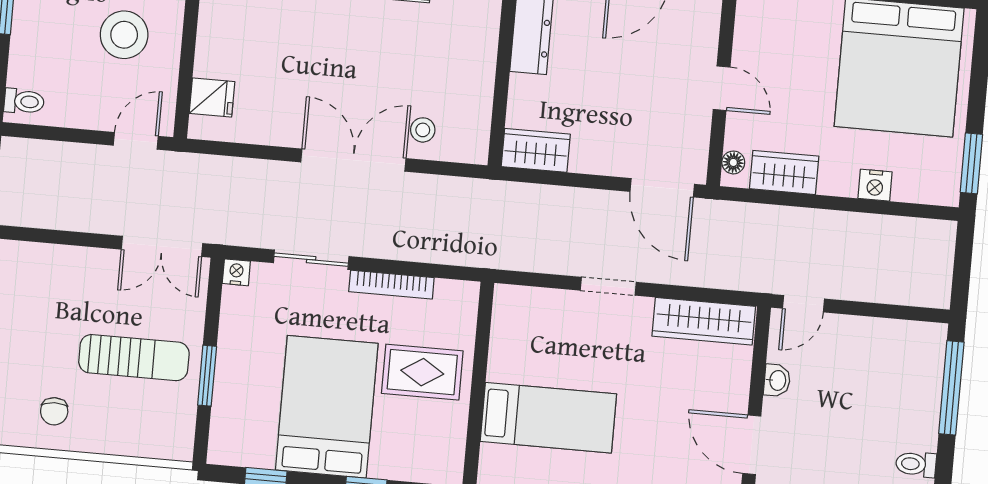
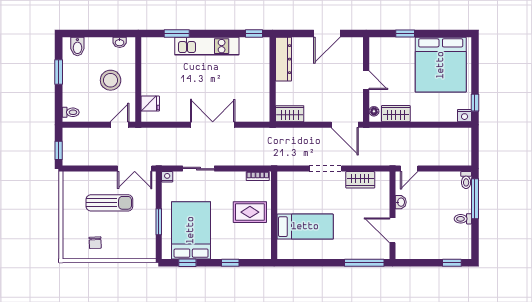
stool: (423, 130) -> (241, 109), removed
window: (971, 163) -> (475, 103), width x0.67
nightstand: (875, 185) -> (465, 116), moved
bookcase: (391, 285) -> (258, 176), moved, width x0.64
doorway: (608, 286) -> (326, 169), width x1.38
wardrobe: (704, 321) -> (360, 180), width x0.67
toilet: (934, 342) -> (466, 180), added
sun lounger: (134, 358) -> (109, 203), moved
bed: (327, 407) -> (191, 230), moved
toilet: (916, 464) -> (463, 219), moved

